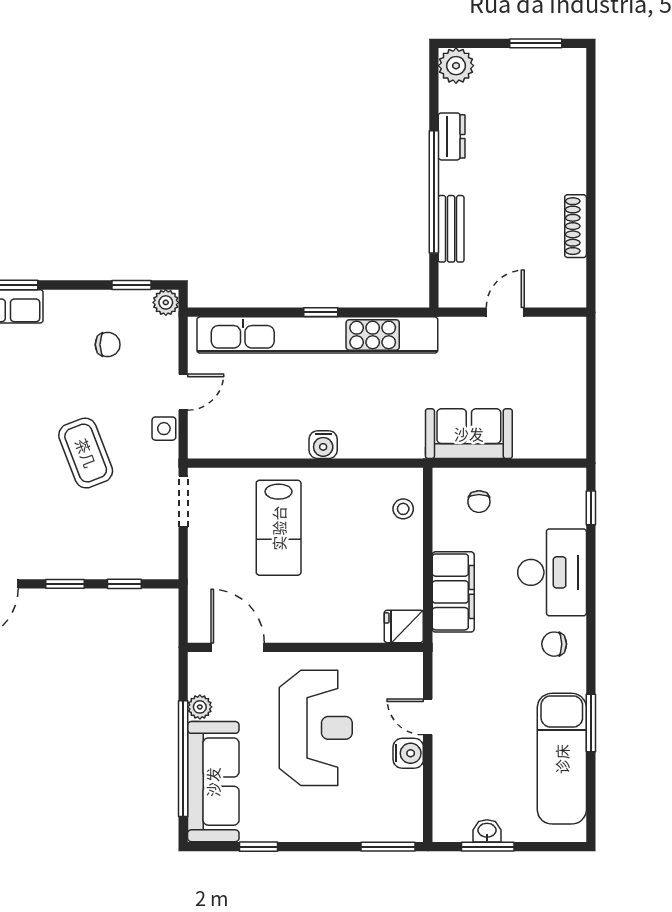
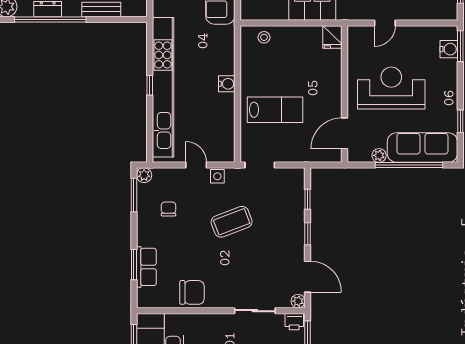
window: (434, 192) -> (50, 20), moved
window: (132, 285) -> (134, 195), width x1.50
water cooler: (408, 753) -> (449, 49), moved, turned 90

